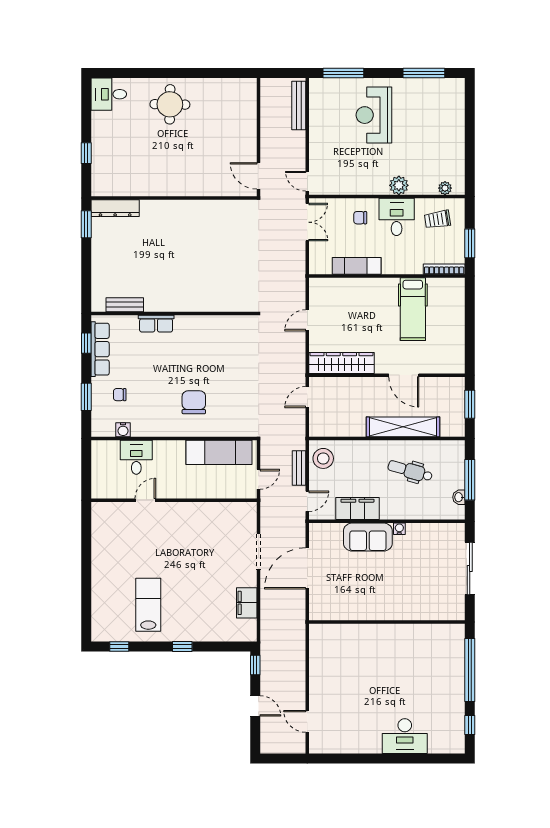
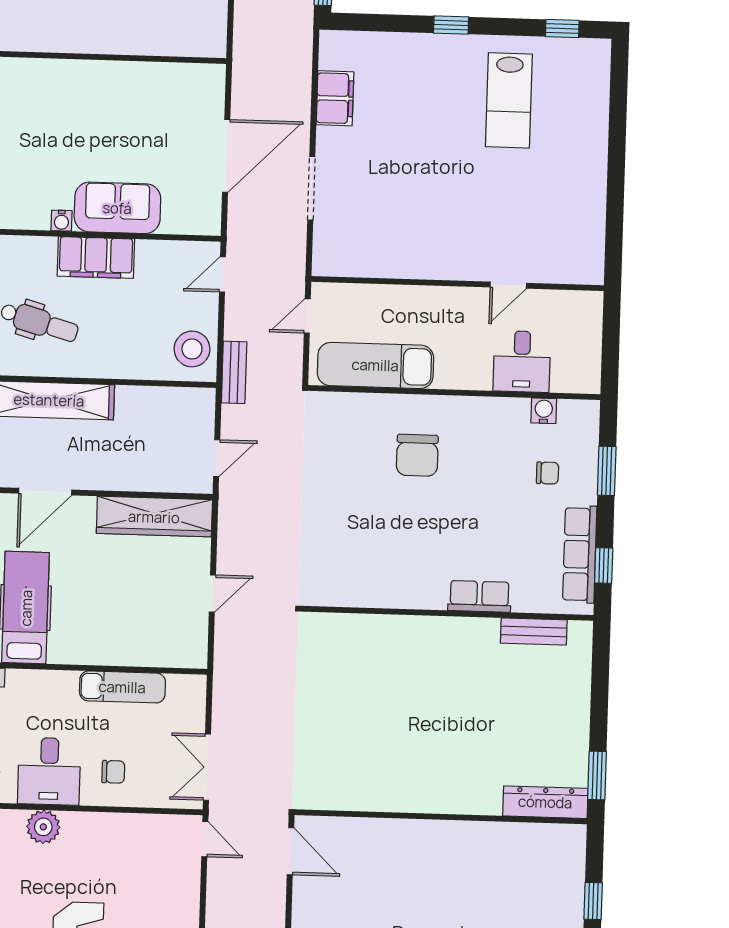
door: (404, 375) -> (45, 492), swing flipped
bench: (299, 468) -> (234, 372), moved
filing cabinet: (357, 509) -> (96, 258), moved

